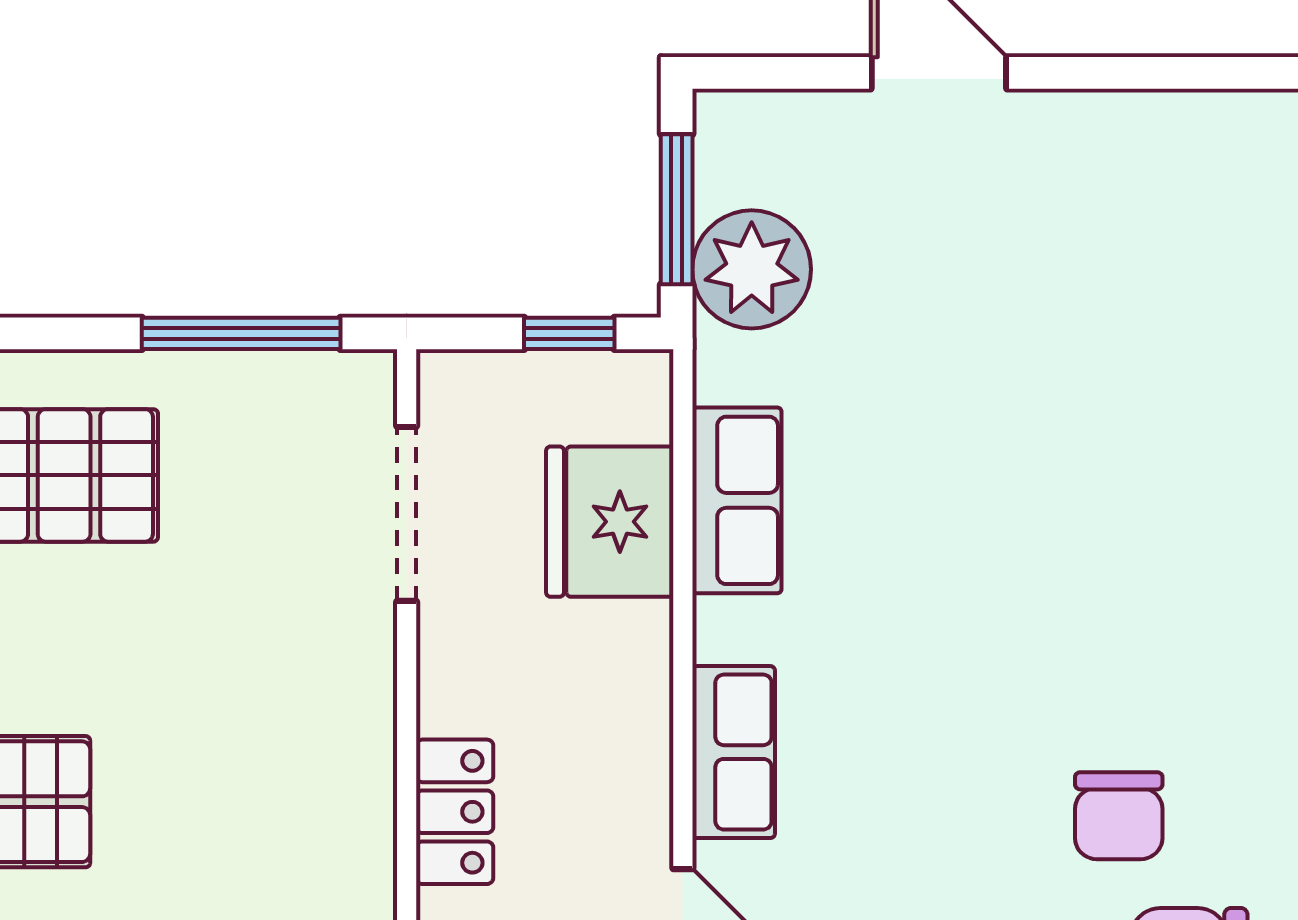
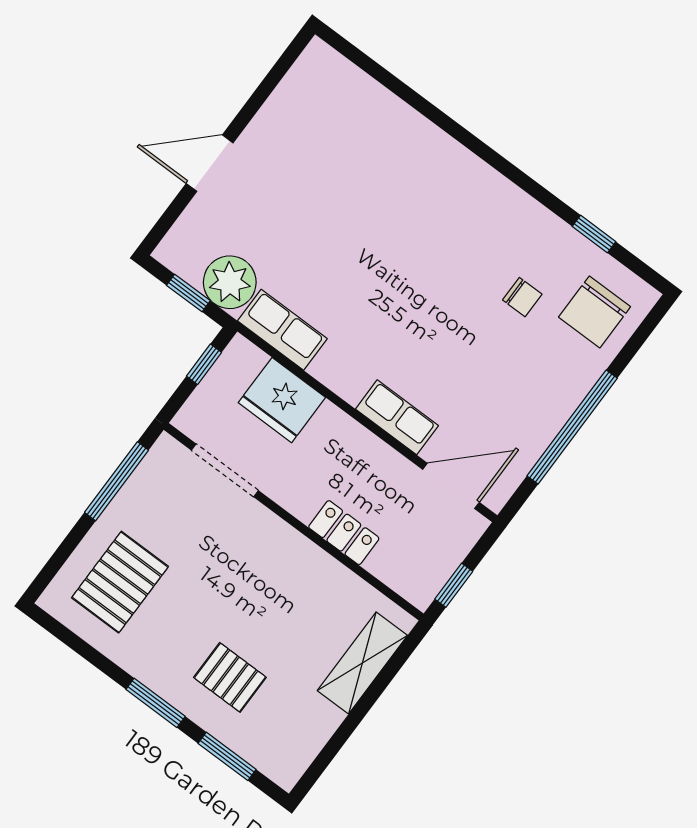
window: (677, 209) -> (188, 293), width x0.67
row of seats: (737, 500) -> (282, 330), moved
chair: (1119, 816) -> (522, 297), width x0.73, depth x0.73

